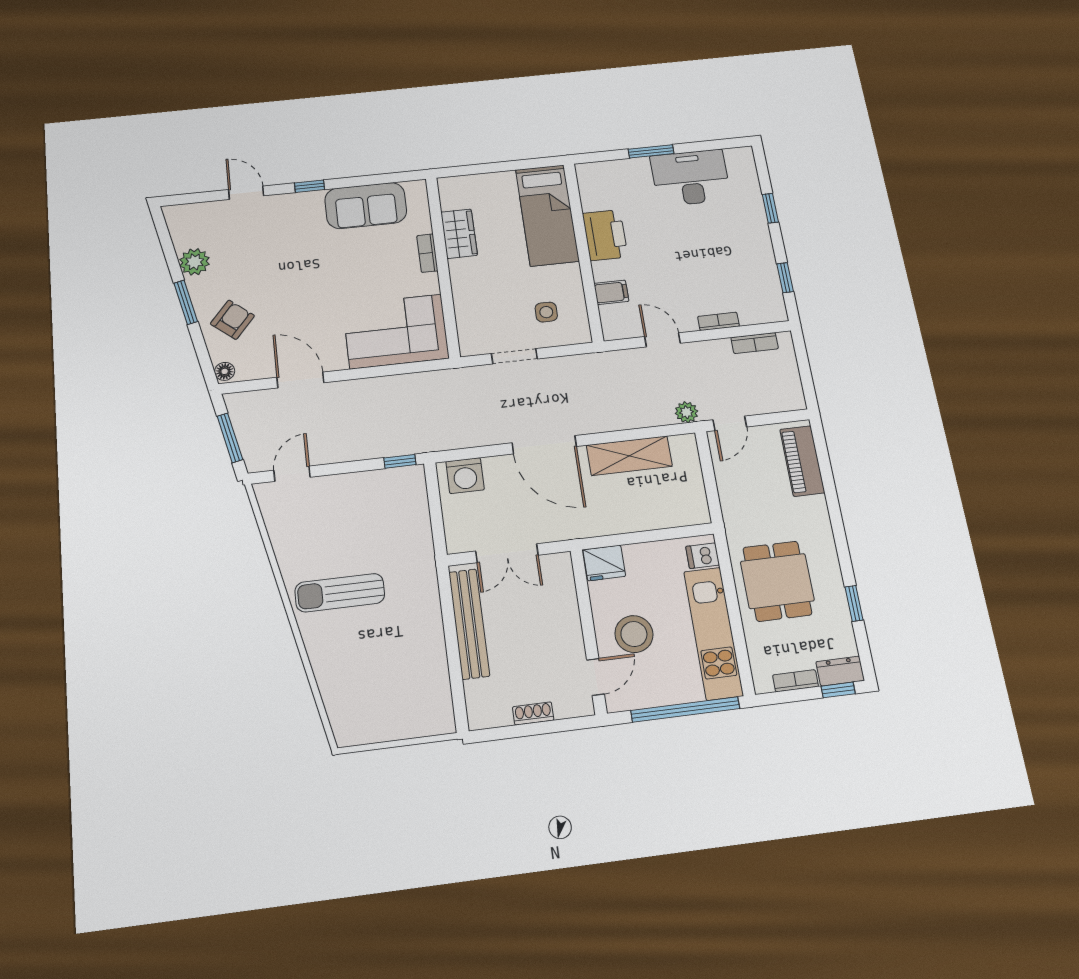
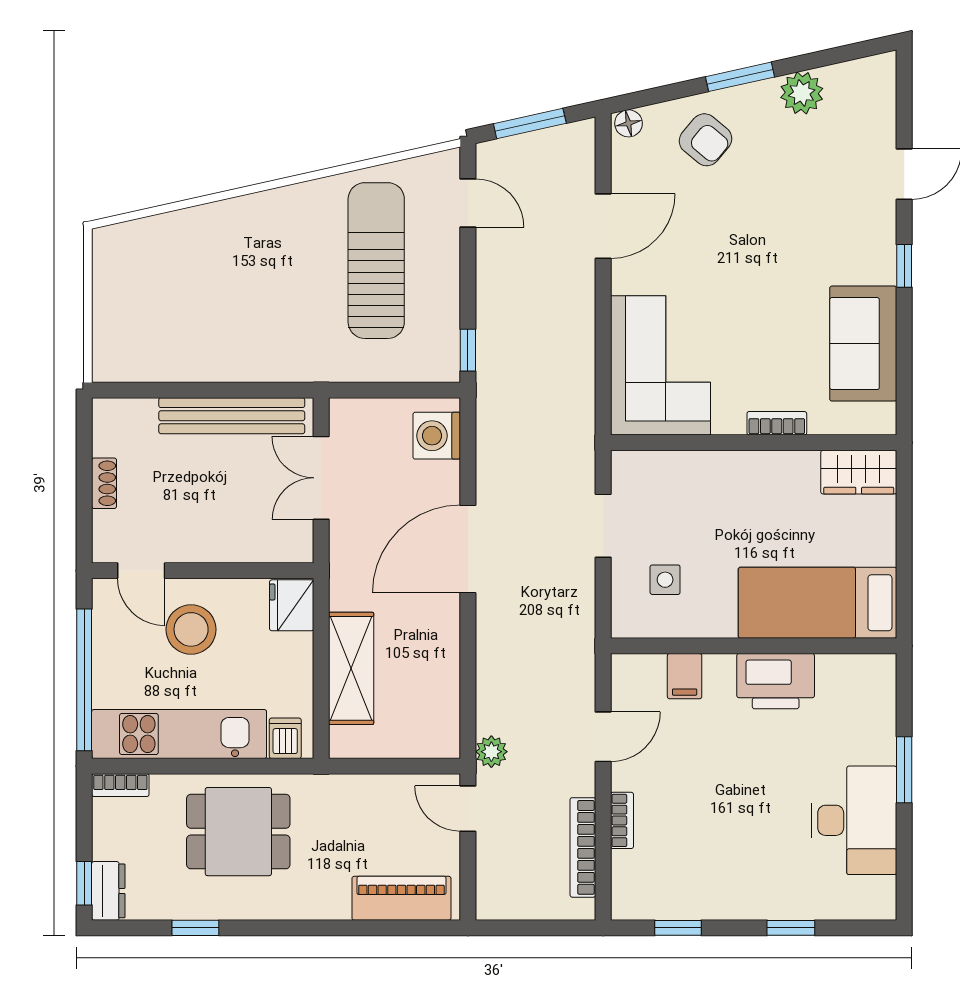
wardrobe: (459, 234) -> (859, 472), moved
bookcase: (755, 343) -> (583, 847), width x1.56
shelving: (629, 456) -> (351, 668), moved
sun lounger: (340, 593) -> (376, 261), moved, width x1.36, depth x1.34
bookcase: (795, 681) -> (120, 785), moved, turned 90

